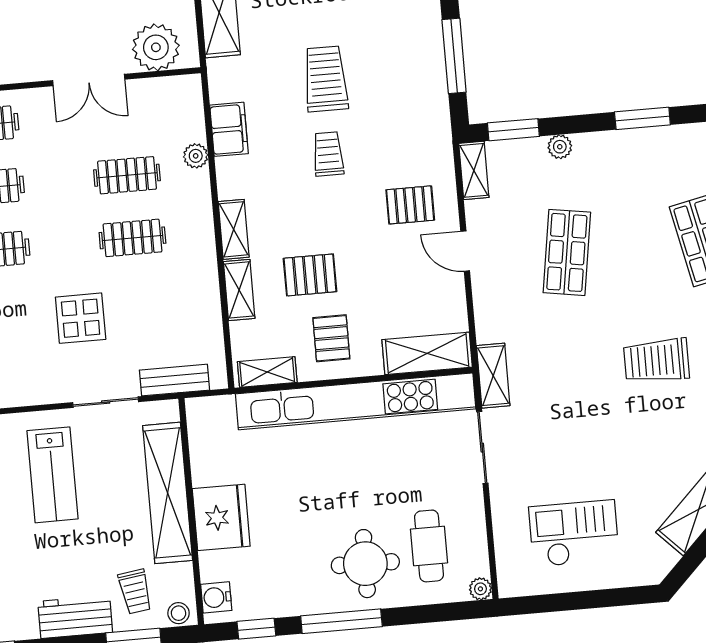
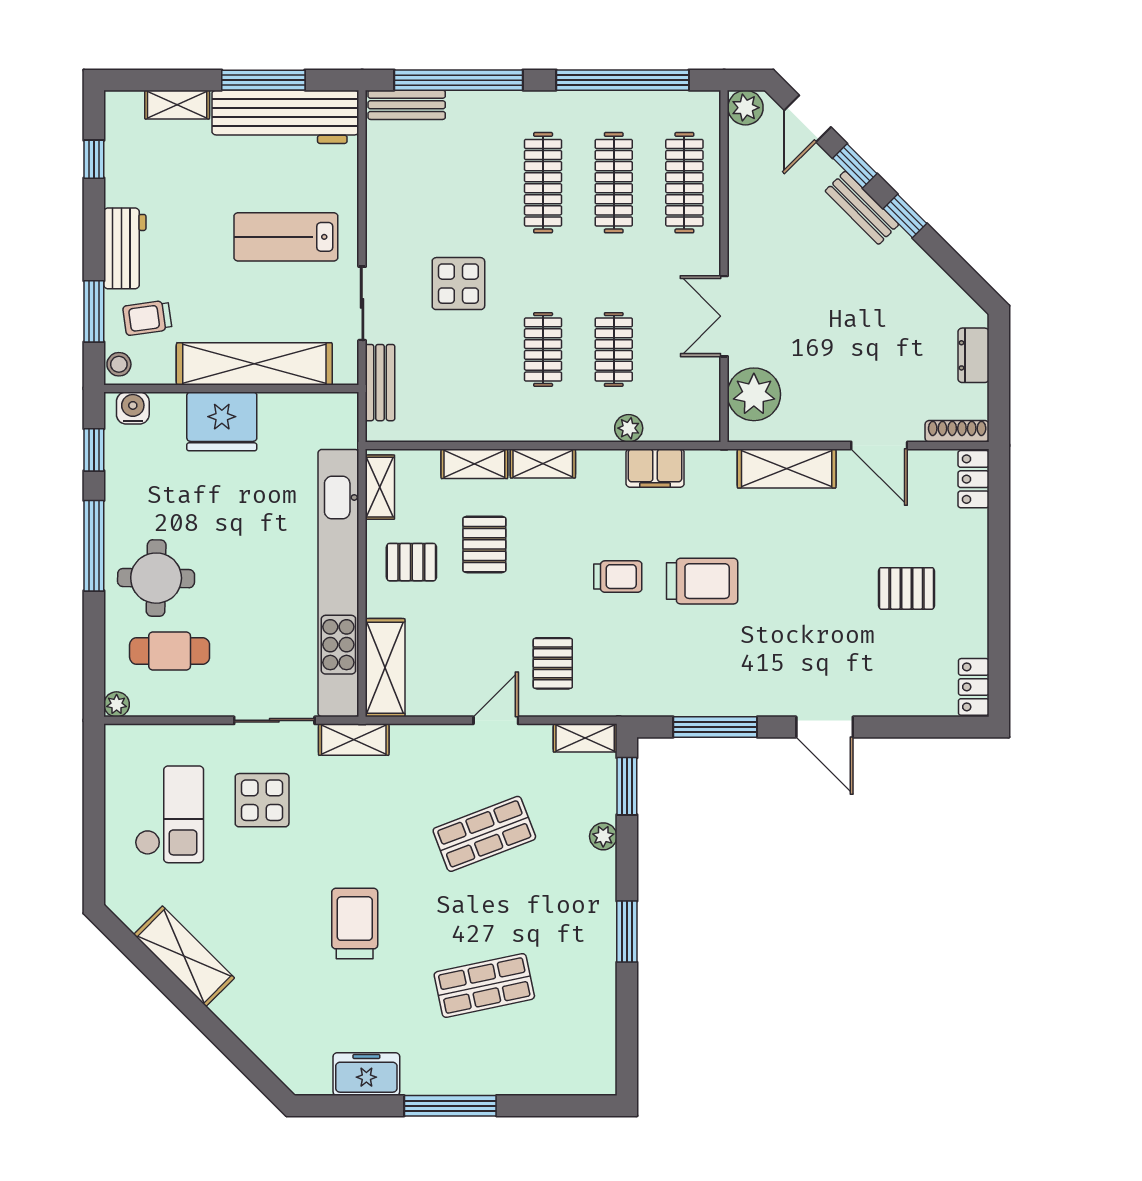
shop shelf: (567, 252) -> (484, 834), turned -30
display table: (554, 452) -> (262, 800), added

